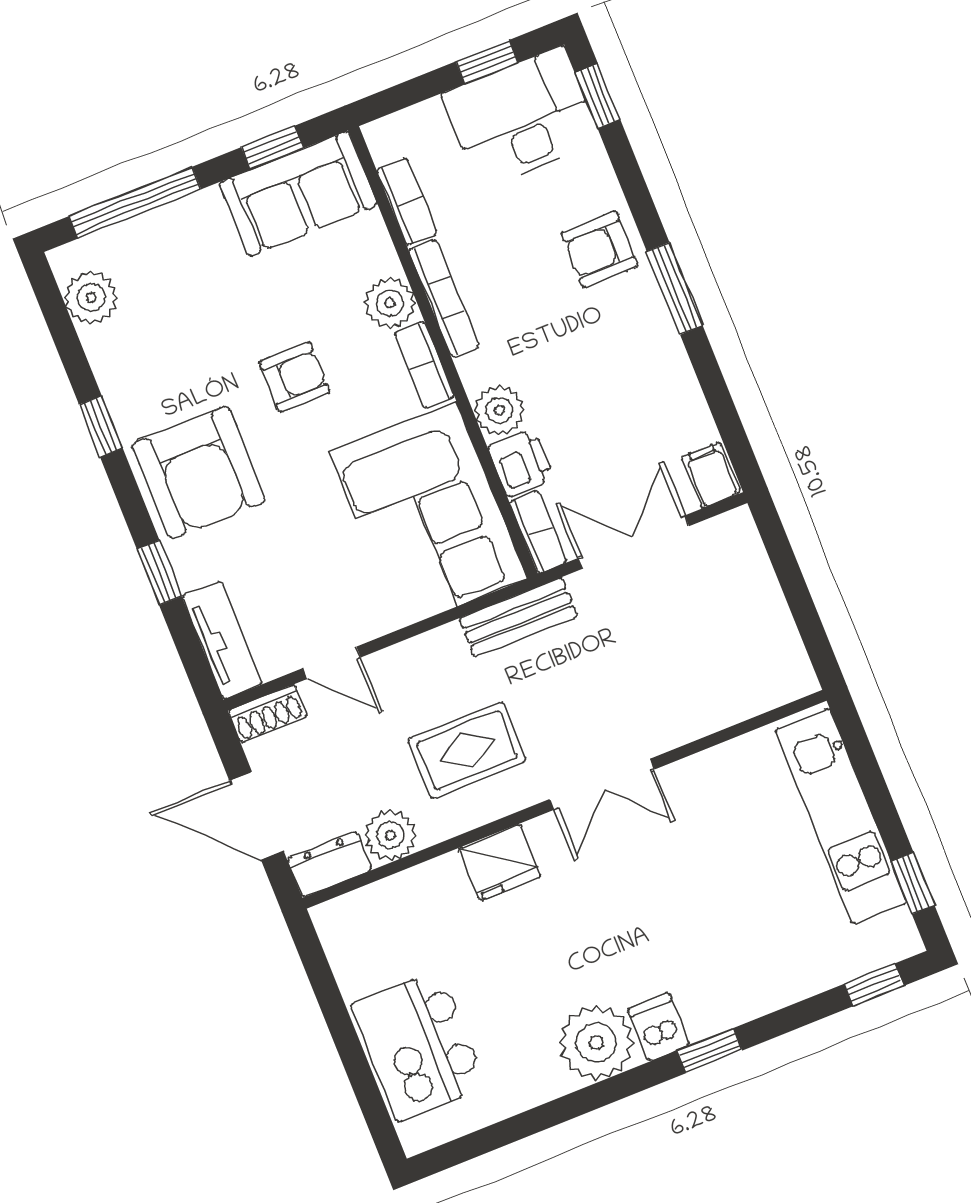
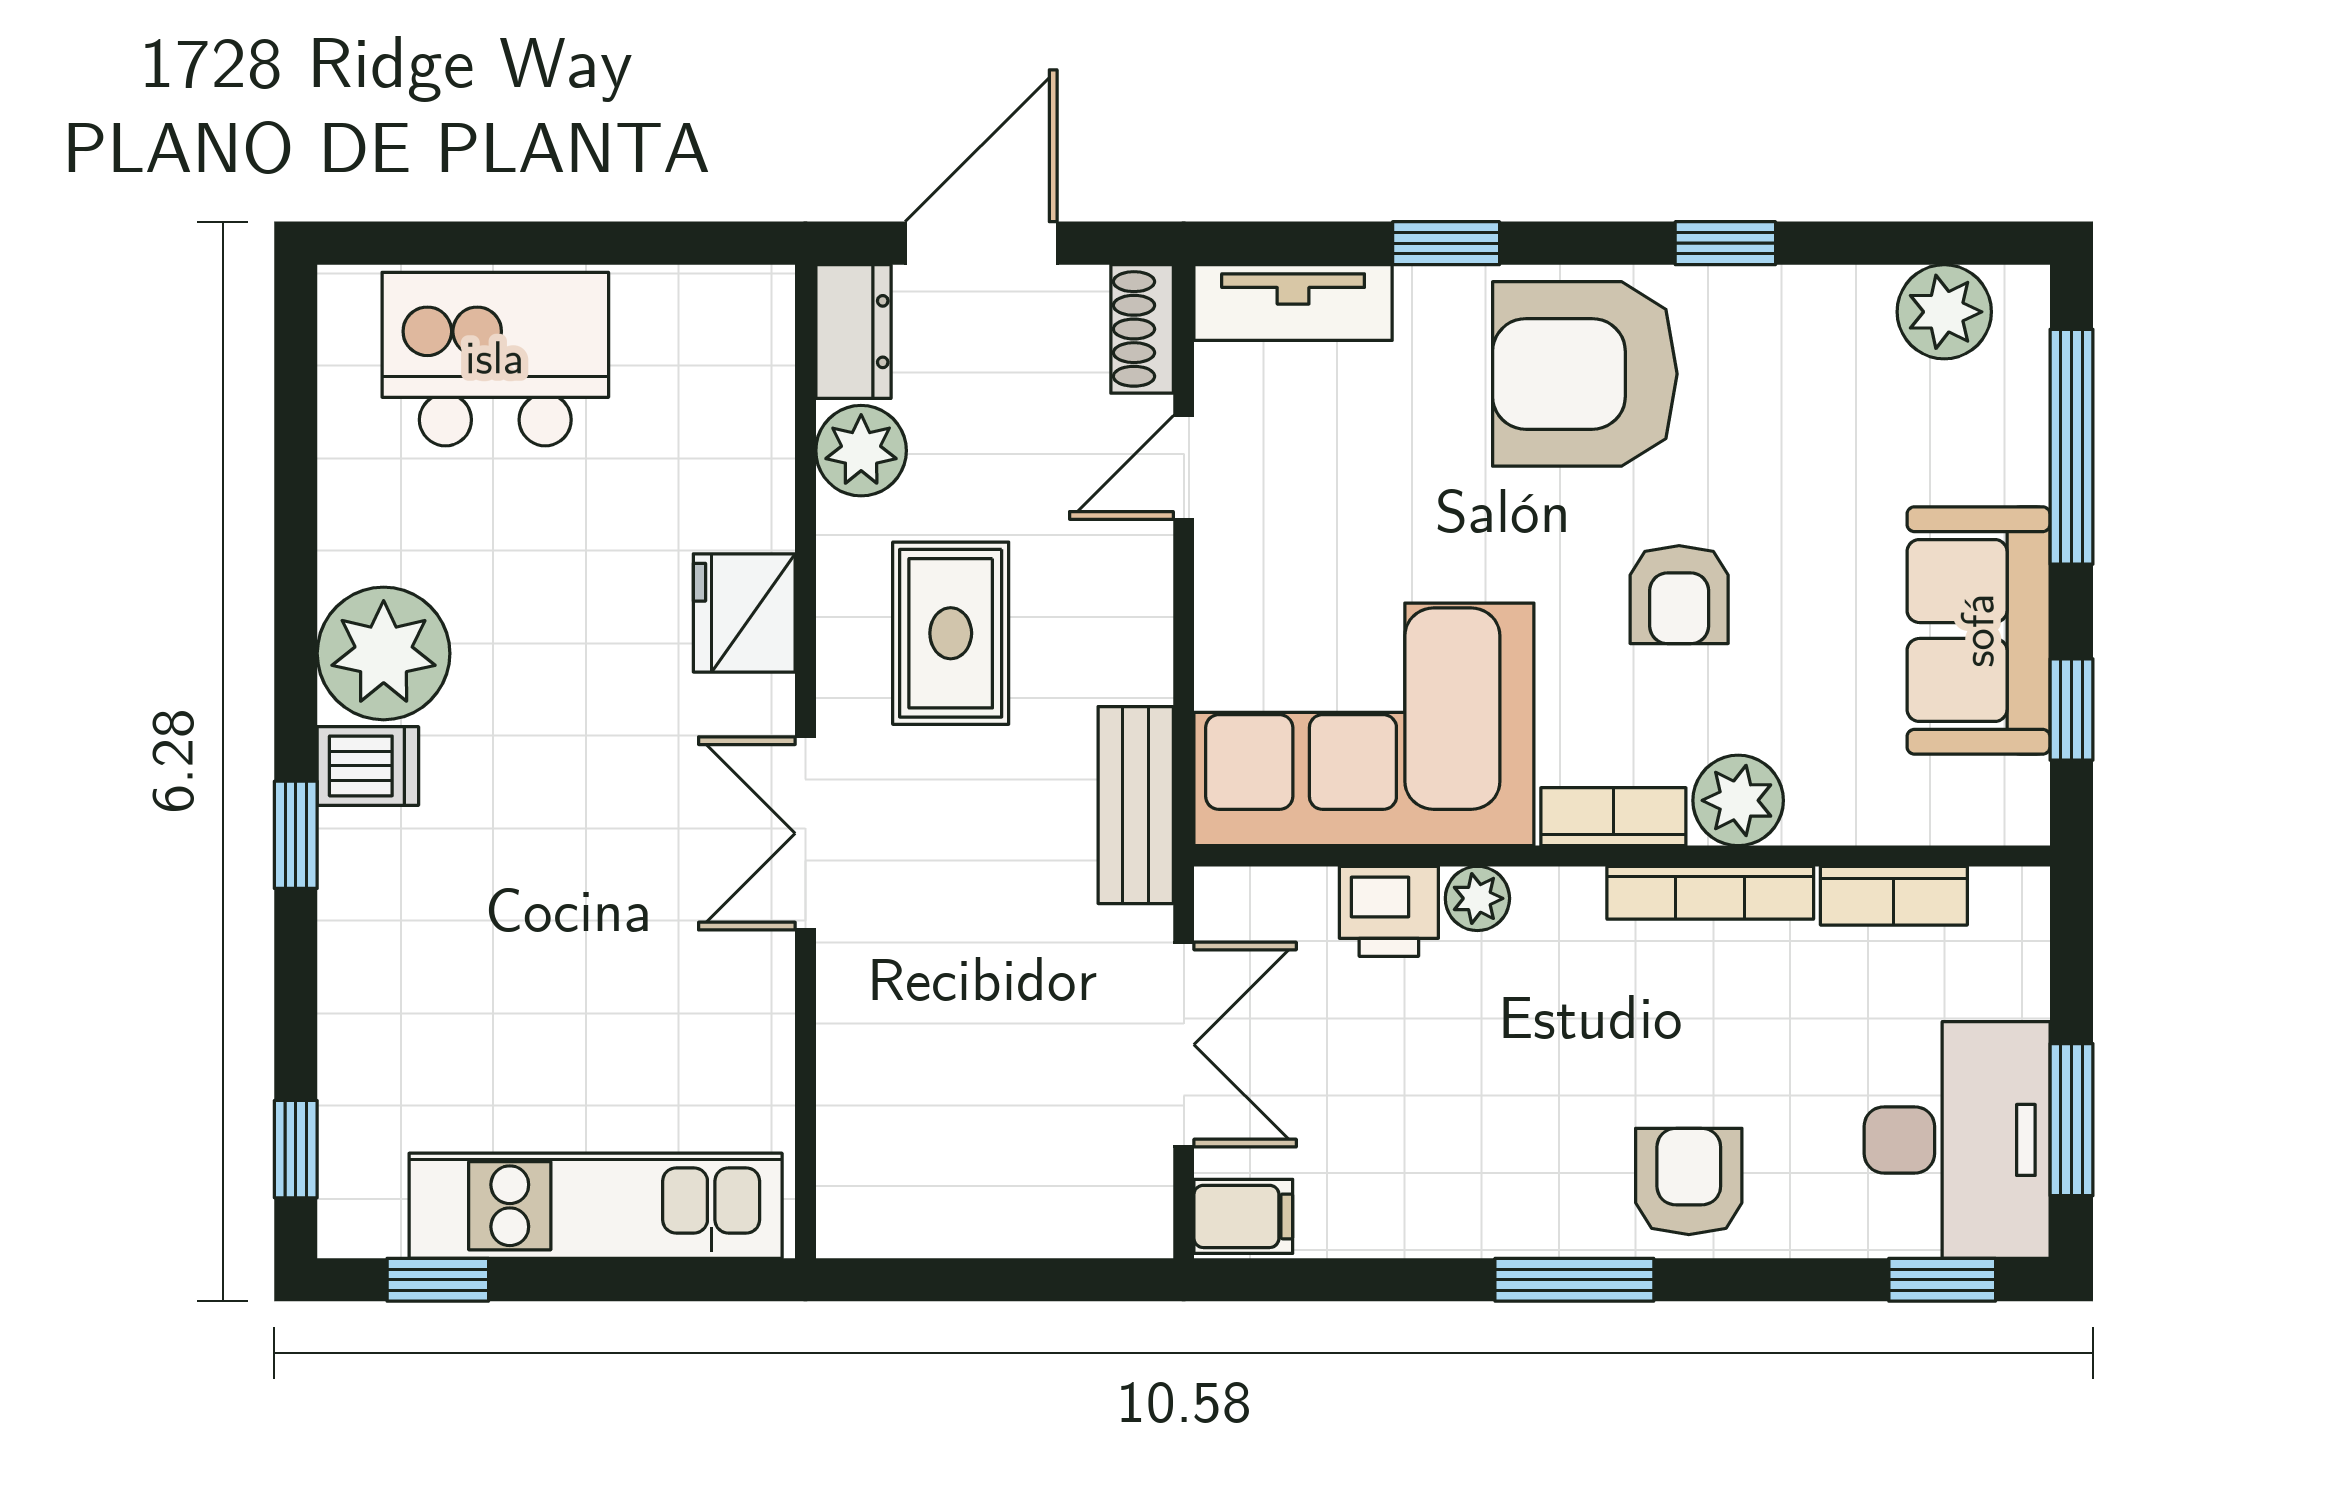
window: (487, 62) -> (2071, 1120), width x1.50
sofa: (298, 194) -> (1979, 630), moved
plant: (499, 410) -> (1477, 898), width x0.73, depth x0.73
bookcase: (538, 532) -> (1263, 894), removed

